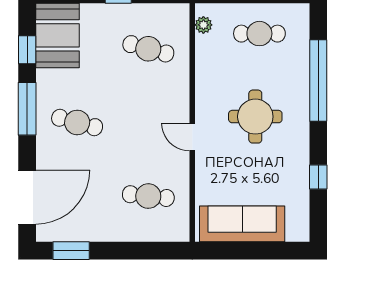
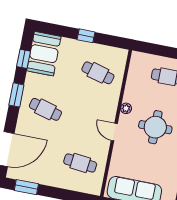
plant: (203, 25) -> (126, 108), moved
window: (27, 109) -> (16, 95), width x0.69

